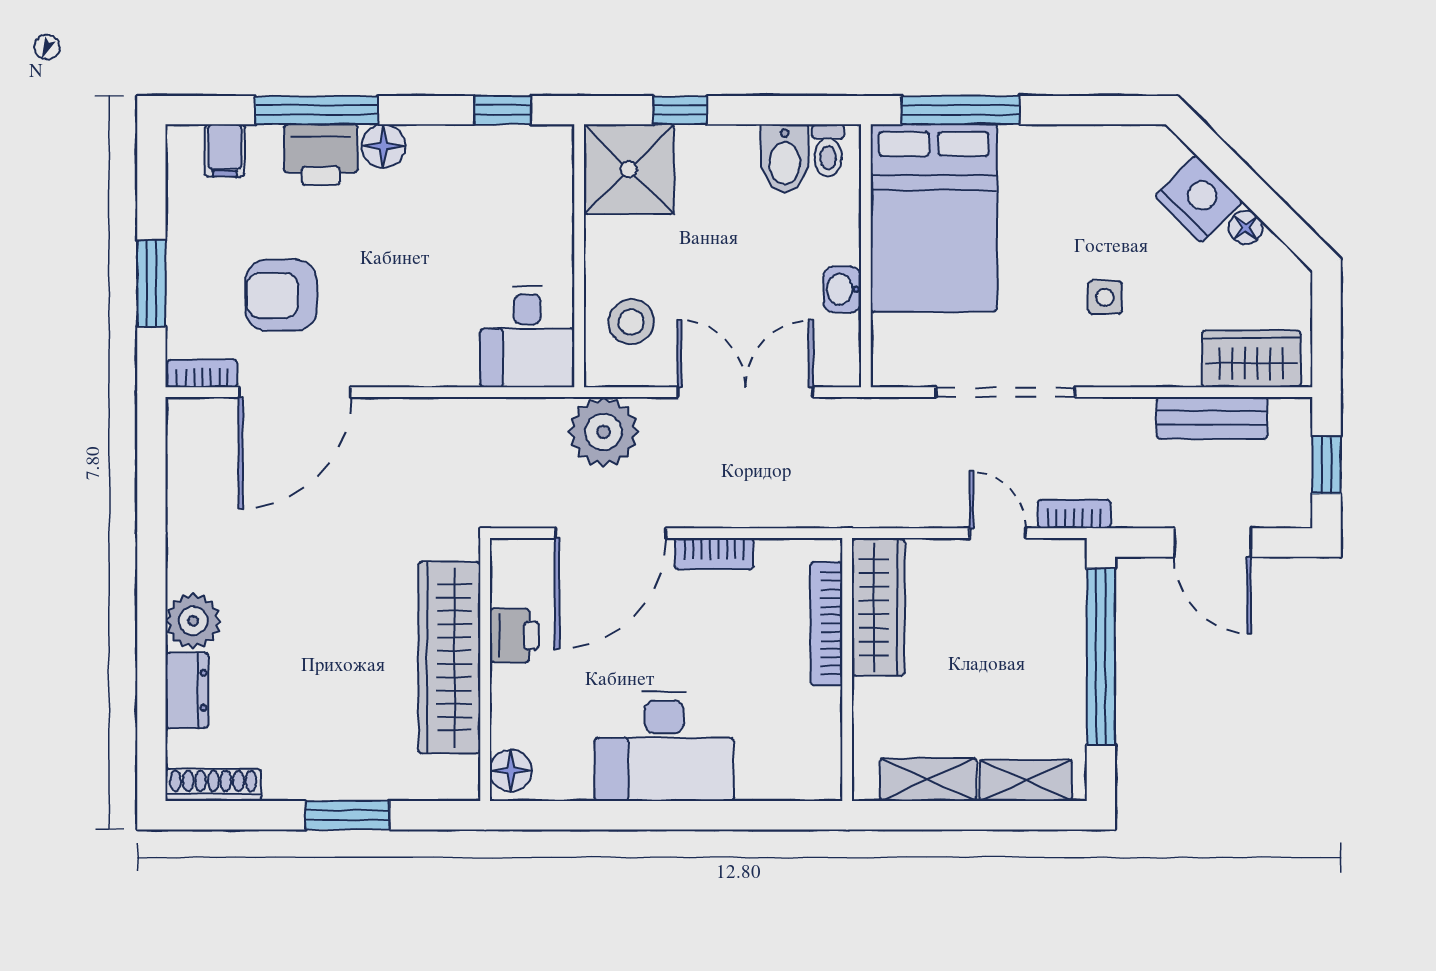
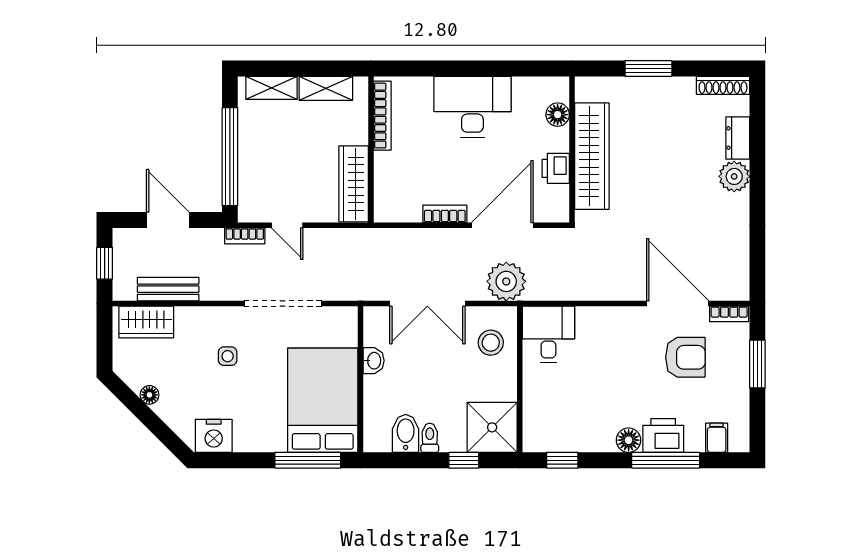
toilet: (828, 150) -> (430, 438), moved
nightstand: (1199, 199) -> (214, 436), moved, turned -45
door: (295, 392) -> (678, 304), hinge flipped
bookcase: (826, 624) -> (382, 116), moved
floor lamp: (511, 771) -> (558, 115), moved

